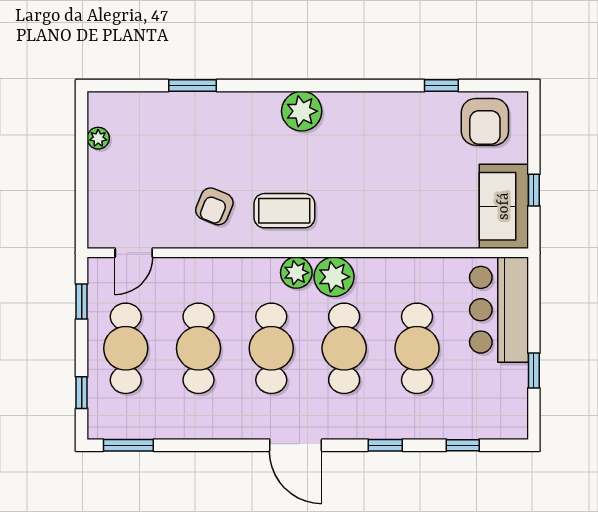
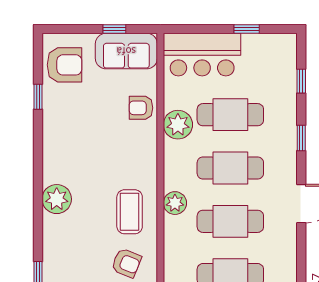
armchair: (426, 226) -> (141, 108), added
plant: (334, 277) -> (178, 125), moved

